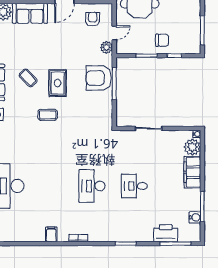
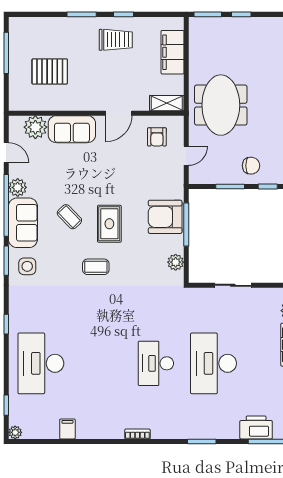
armchair: (93, 19) -> (157, 137), turned 180
plant: (106, 47) -> (176, 262), moved
desk: (134, 186) -> (213, 363), width x1.87, depth x1.30
filing cabinet: (51, 234) -> (67, 429), moved

